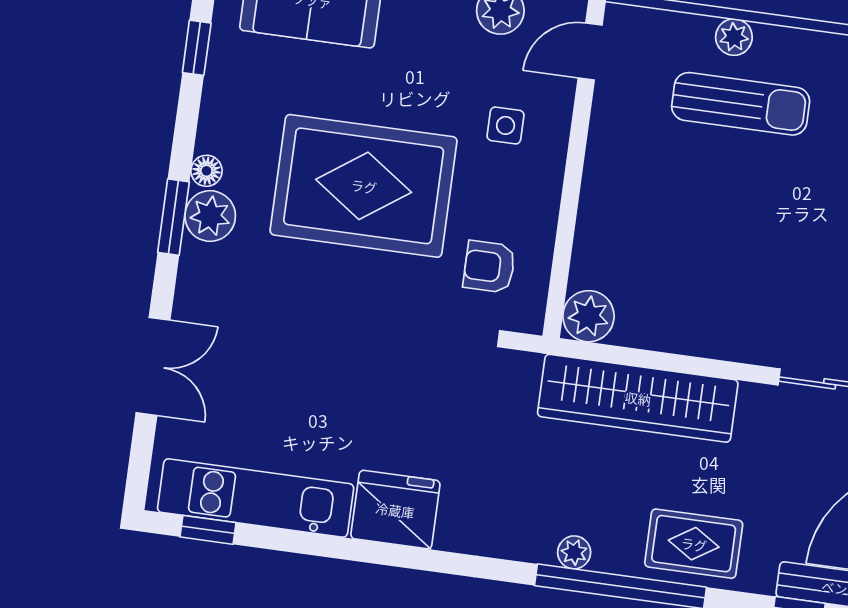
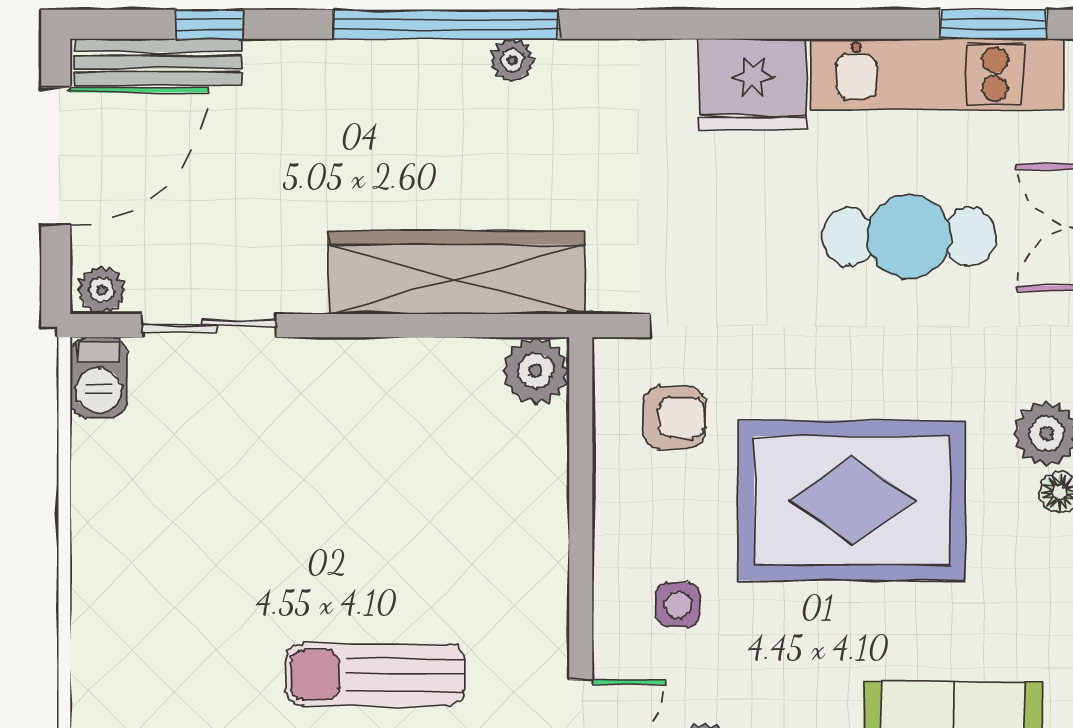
cafe table: (293, 379) -> (909, 237), added
window: (208, 530) -> (993, 24), width x1.50
rug: (694, 544) -> (358, 93), removed

